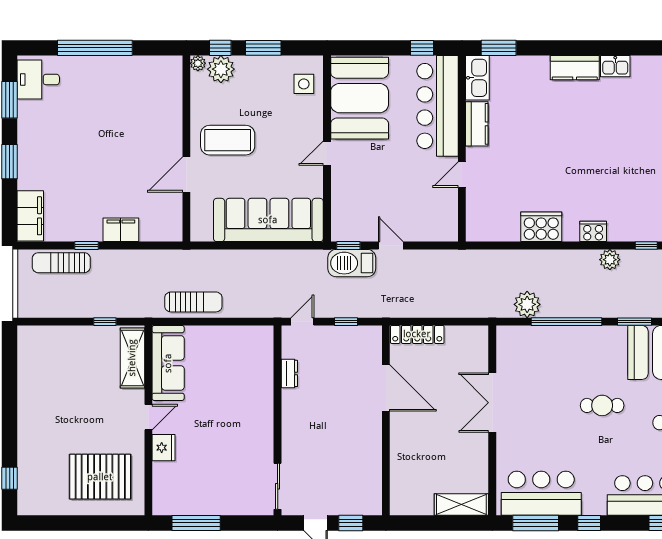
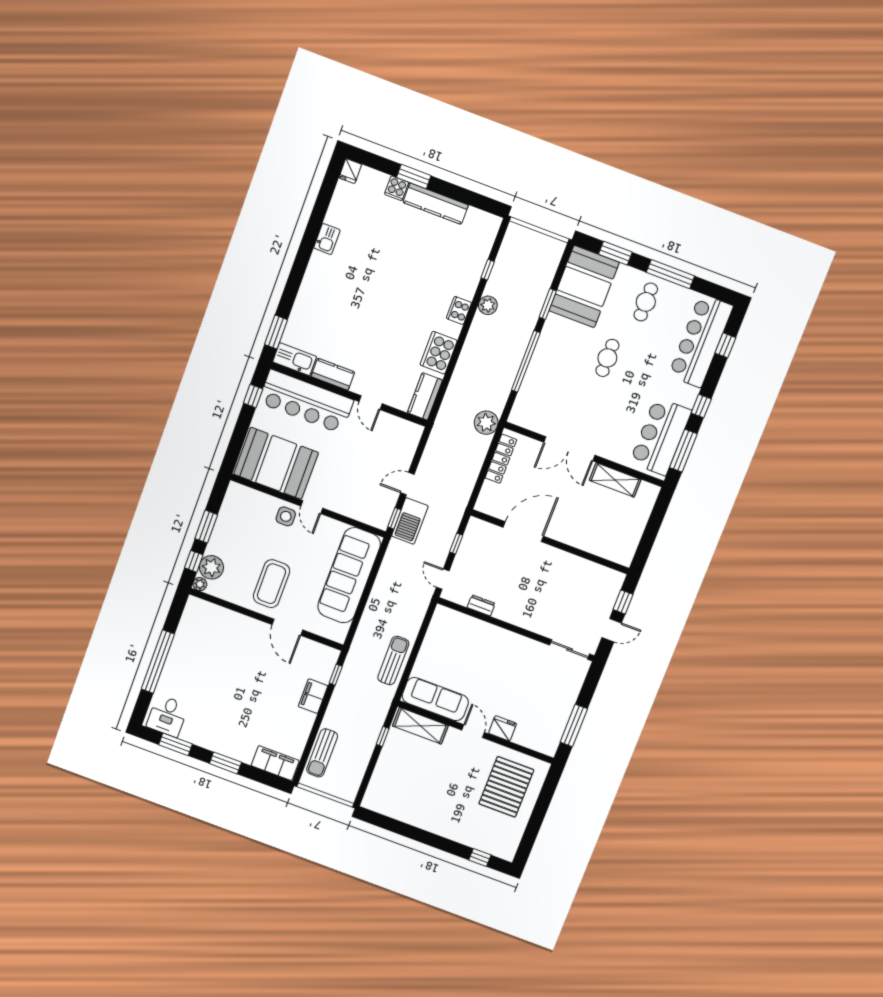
kitchen counter: (575, 68) -> (425, 396), moved, turned 180
side table: (304, 84) -> (286, 516), moved
window: (87, 246) -> (336, 675), moved
plant: (527, 304) -> (486, 423), moved
locker: (417, 334) -> (501, 459), moved
shelving: (461, 505) -> (615, 480), moved, turned 90

